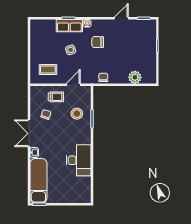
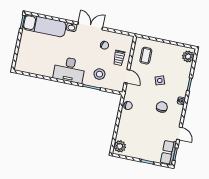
plant: (40, 26) -> (188, 56), added
row of seats: (69, 26) -> (168, 153), moved
plant: (135, 77) -> (120, 146), moved
desk: (79, 160) -> (69, 70), moved

